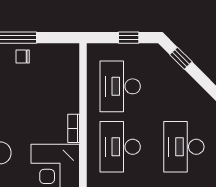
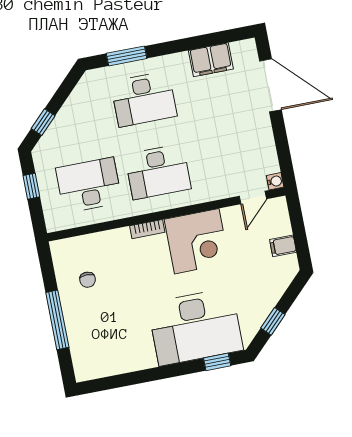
chair: (23, 57) -> (88, 280), moved
desk: (120, 86) -> (89, 185), turned 180

